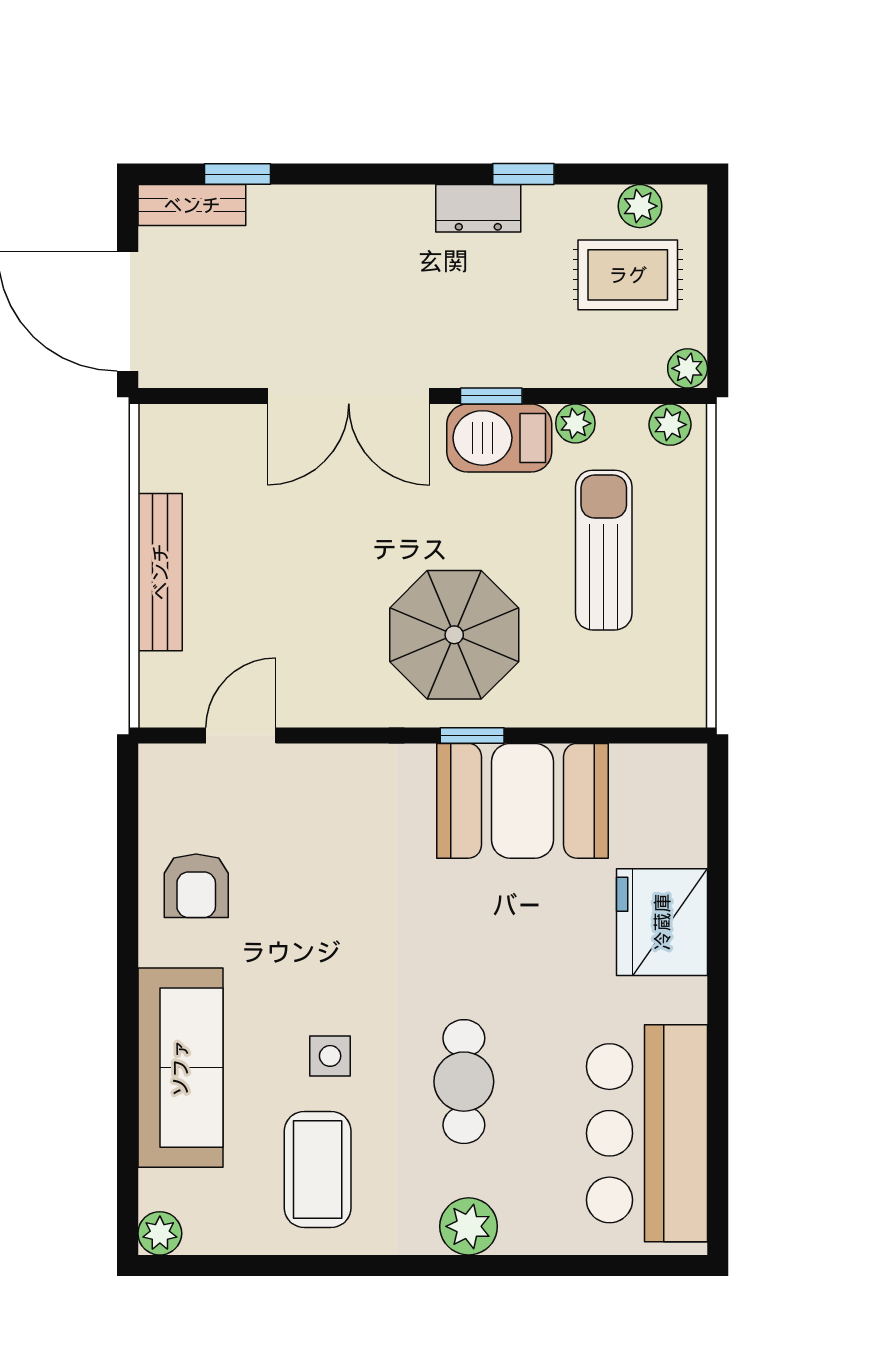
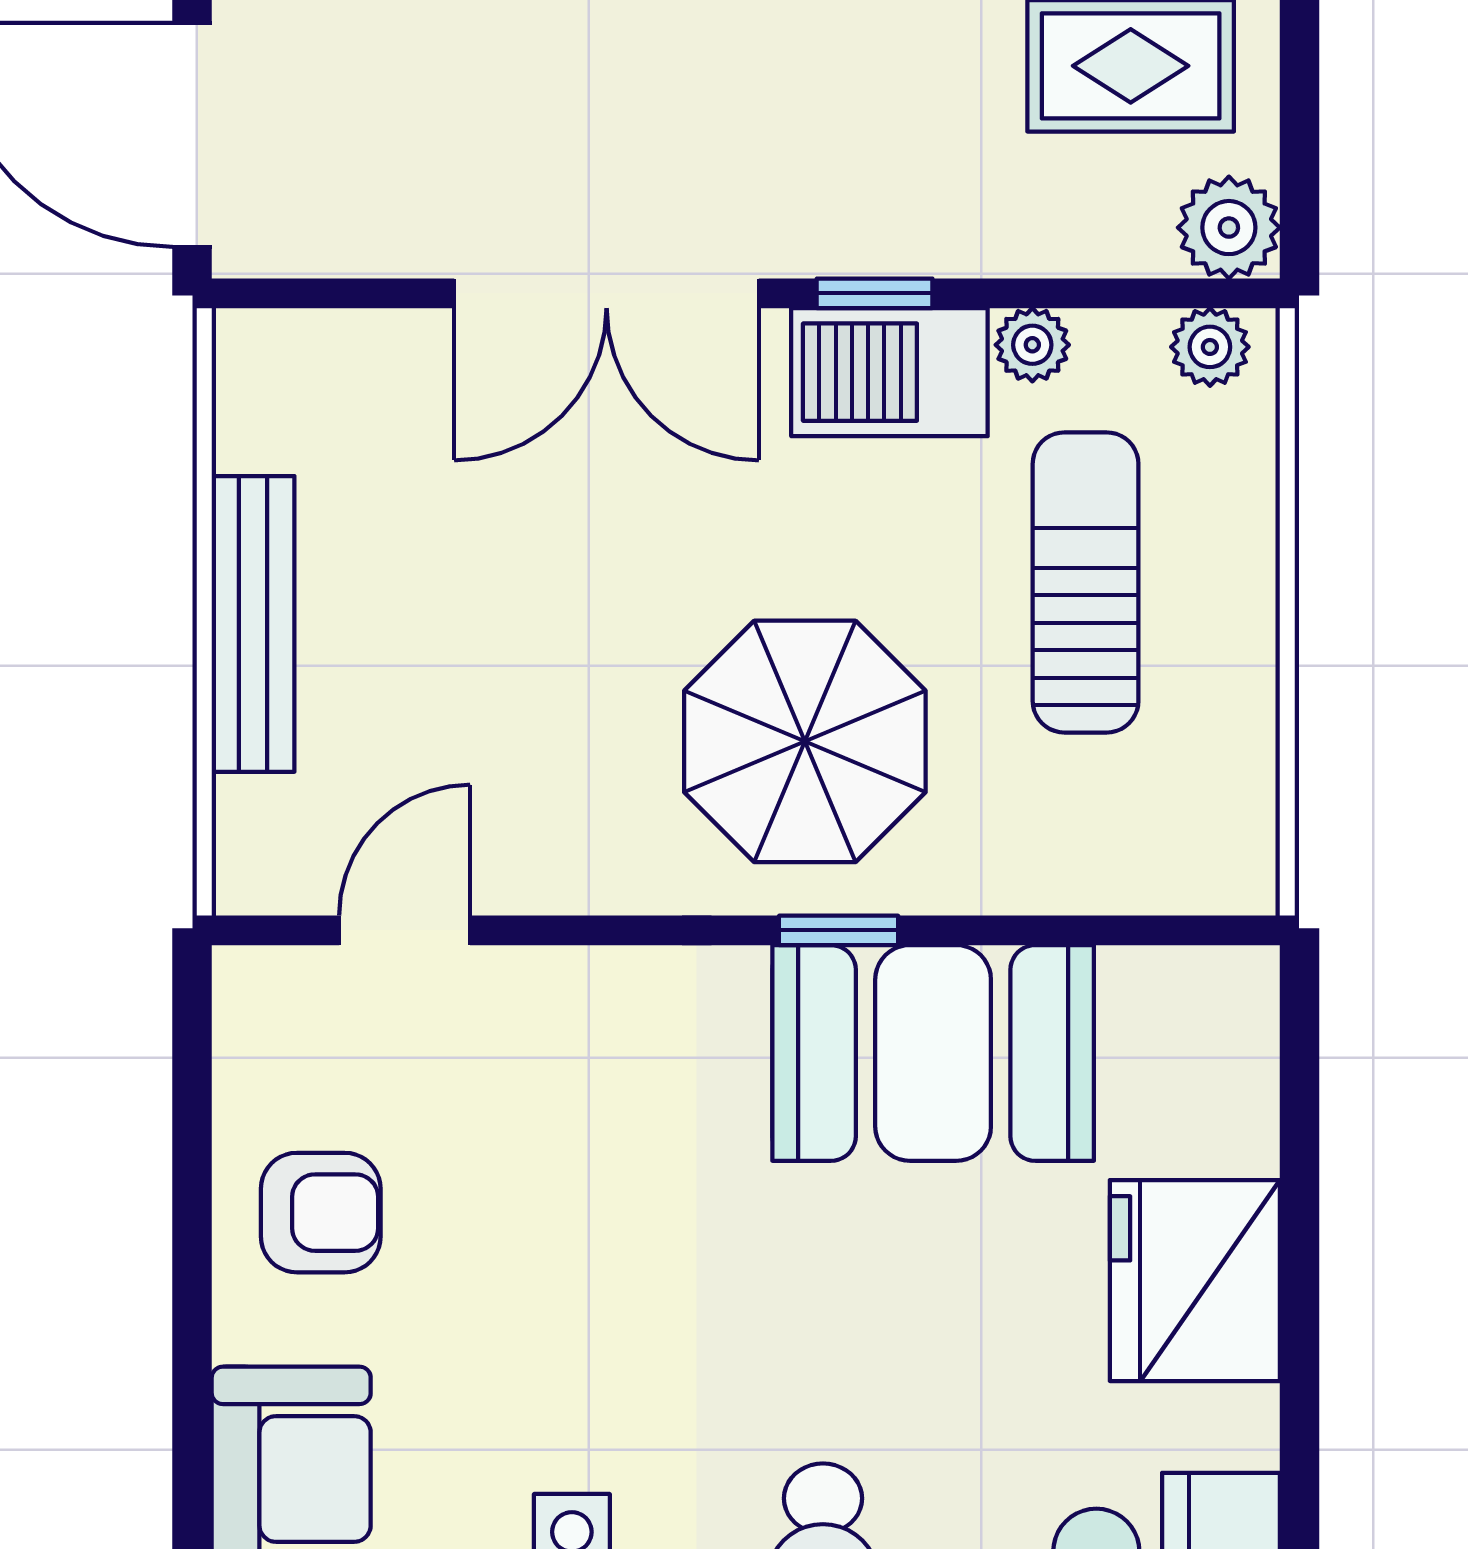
plant: (688, 368) -> (1229, 228), width x1.38, depth x1.38
armchair: (196, 886) -> (321, 1213), turned -90

